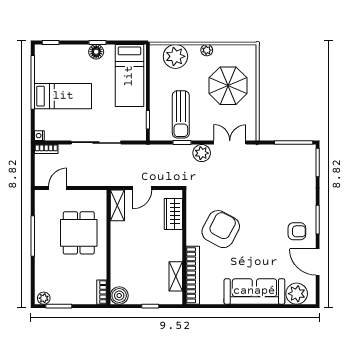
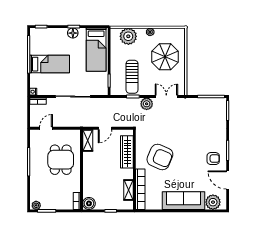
wardrobe: (173, 214) -> (127, 152), width x1.50
armchair: (221, 229) -> (160, 157), turned 85

